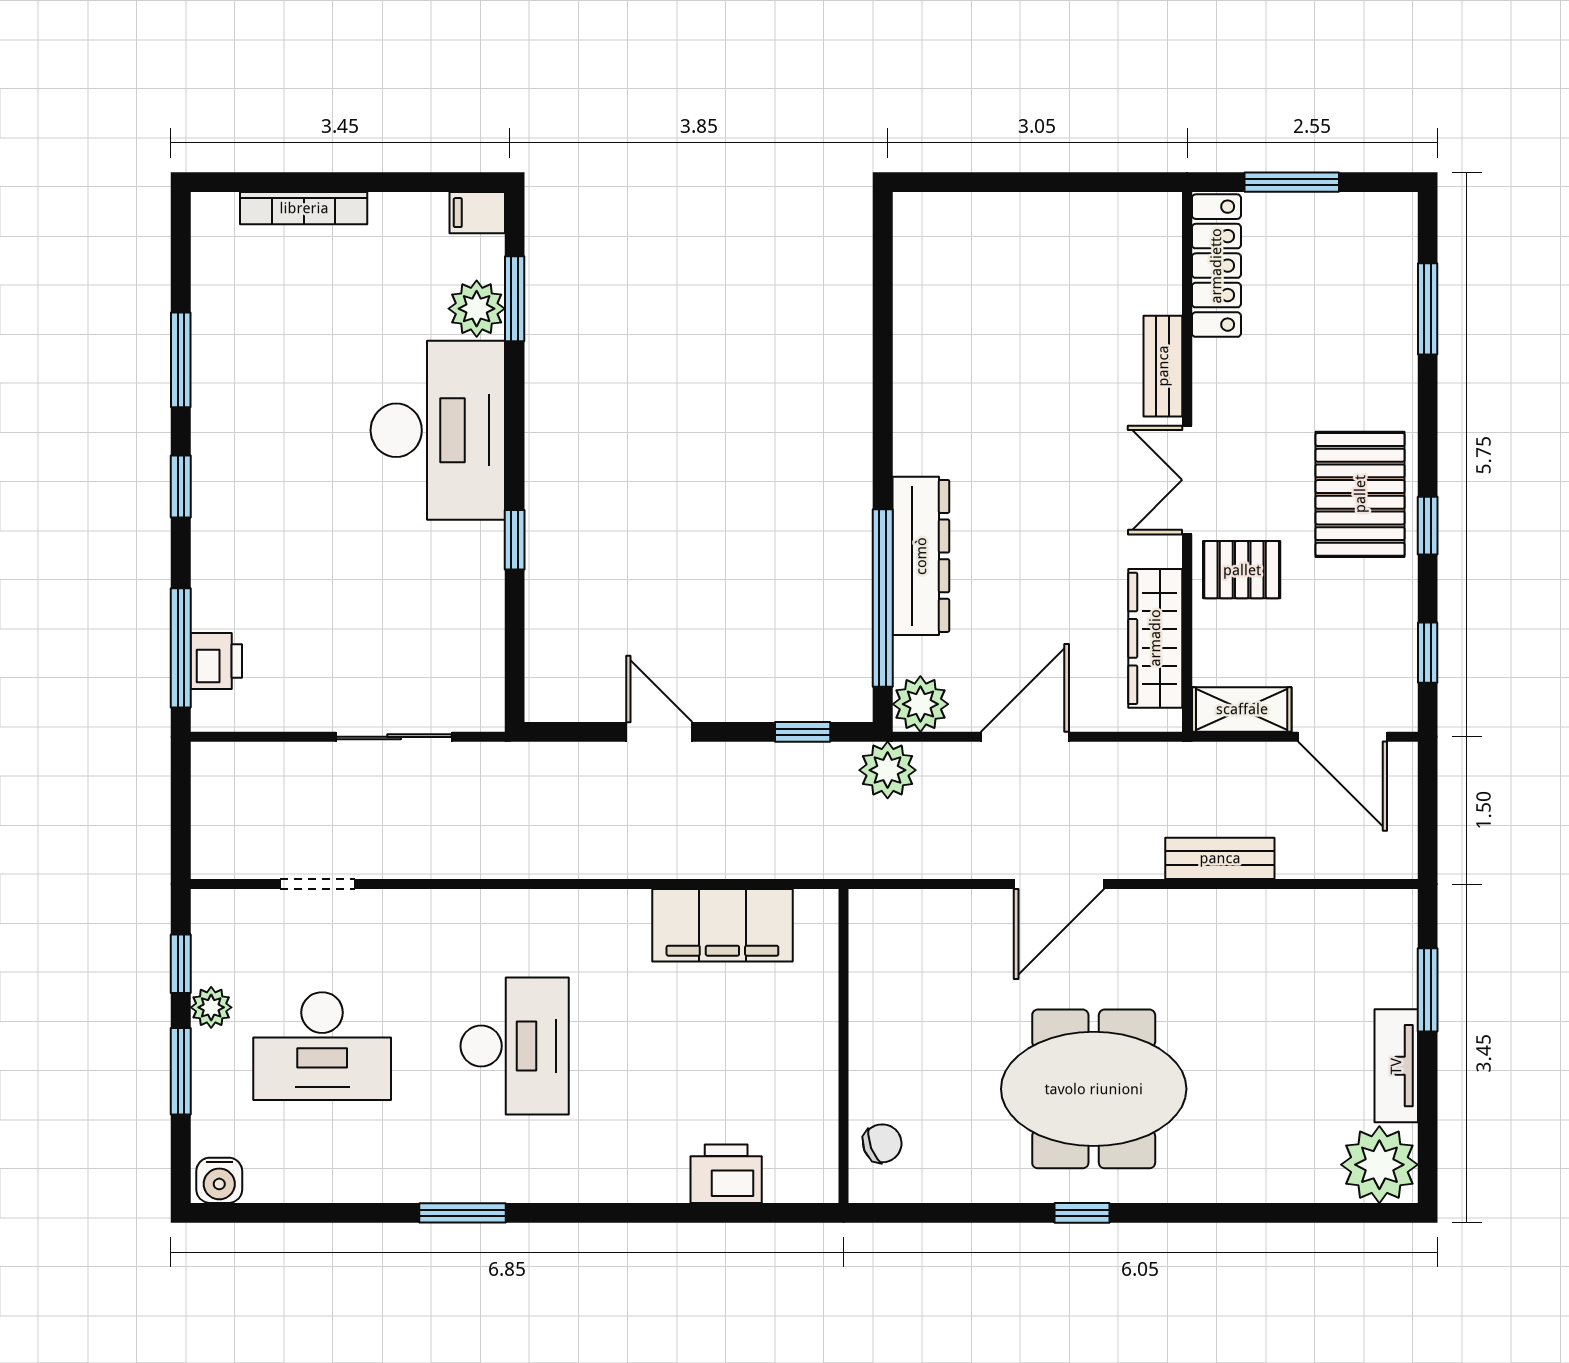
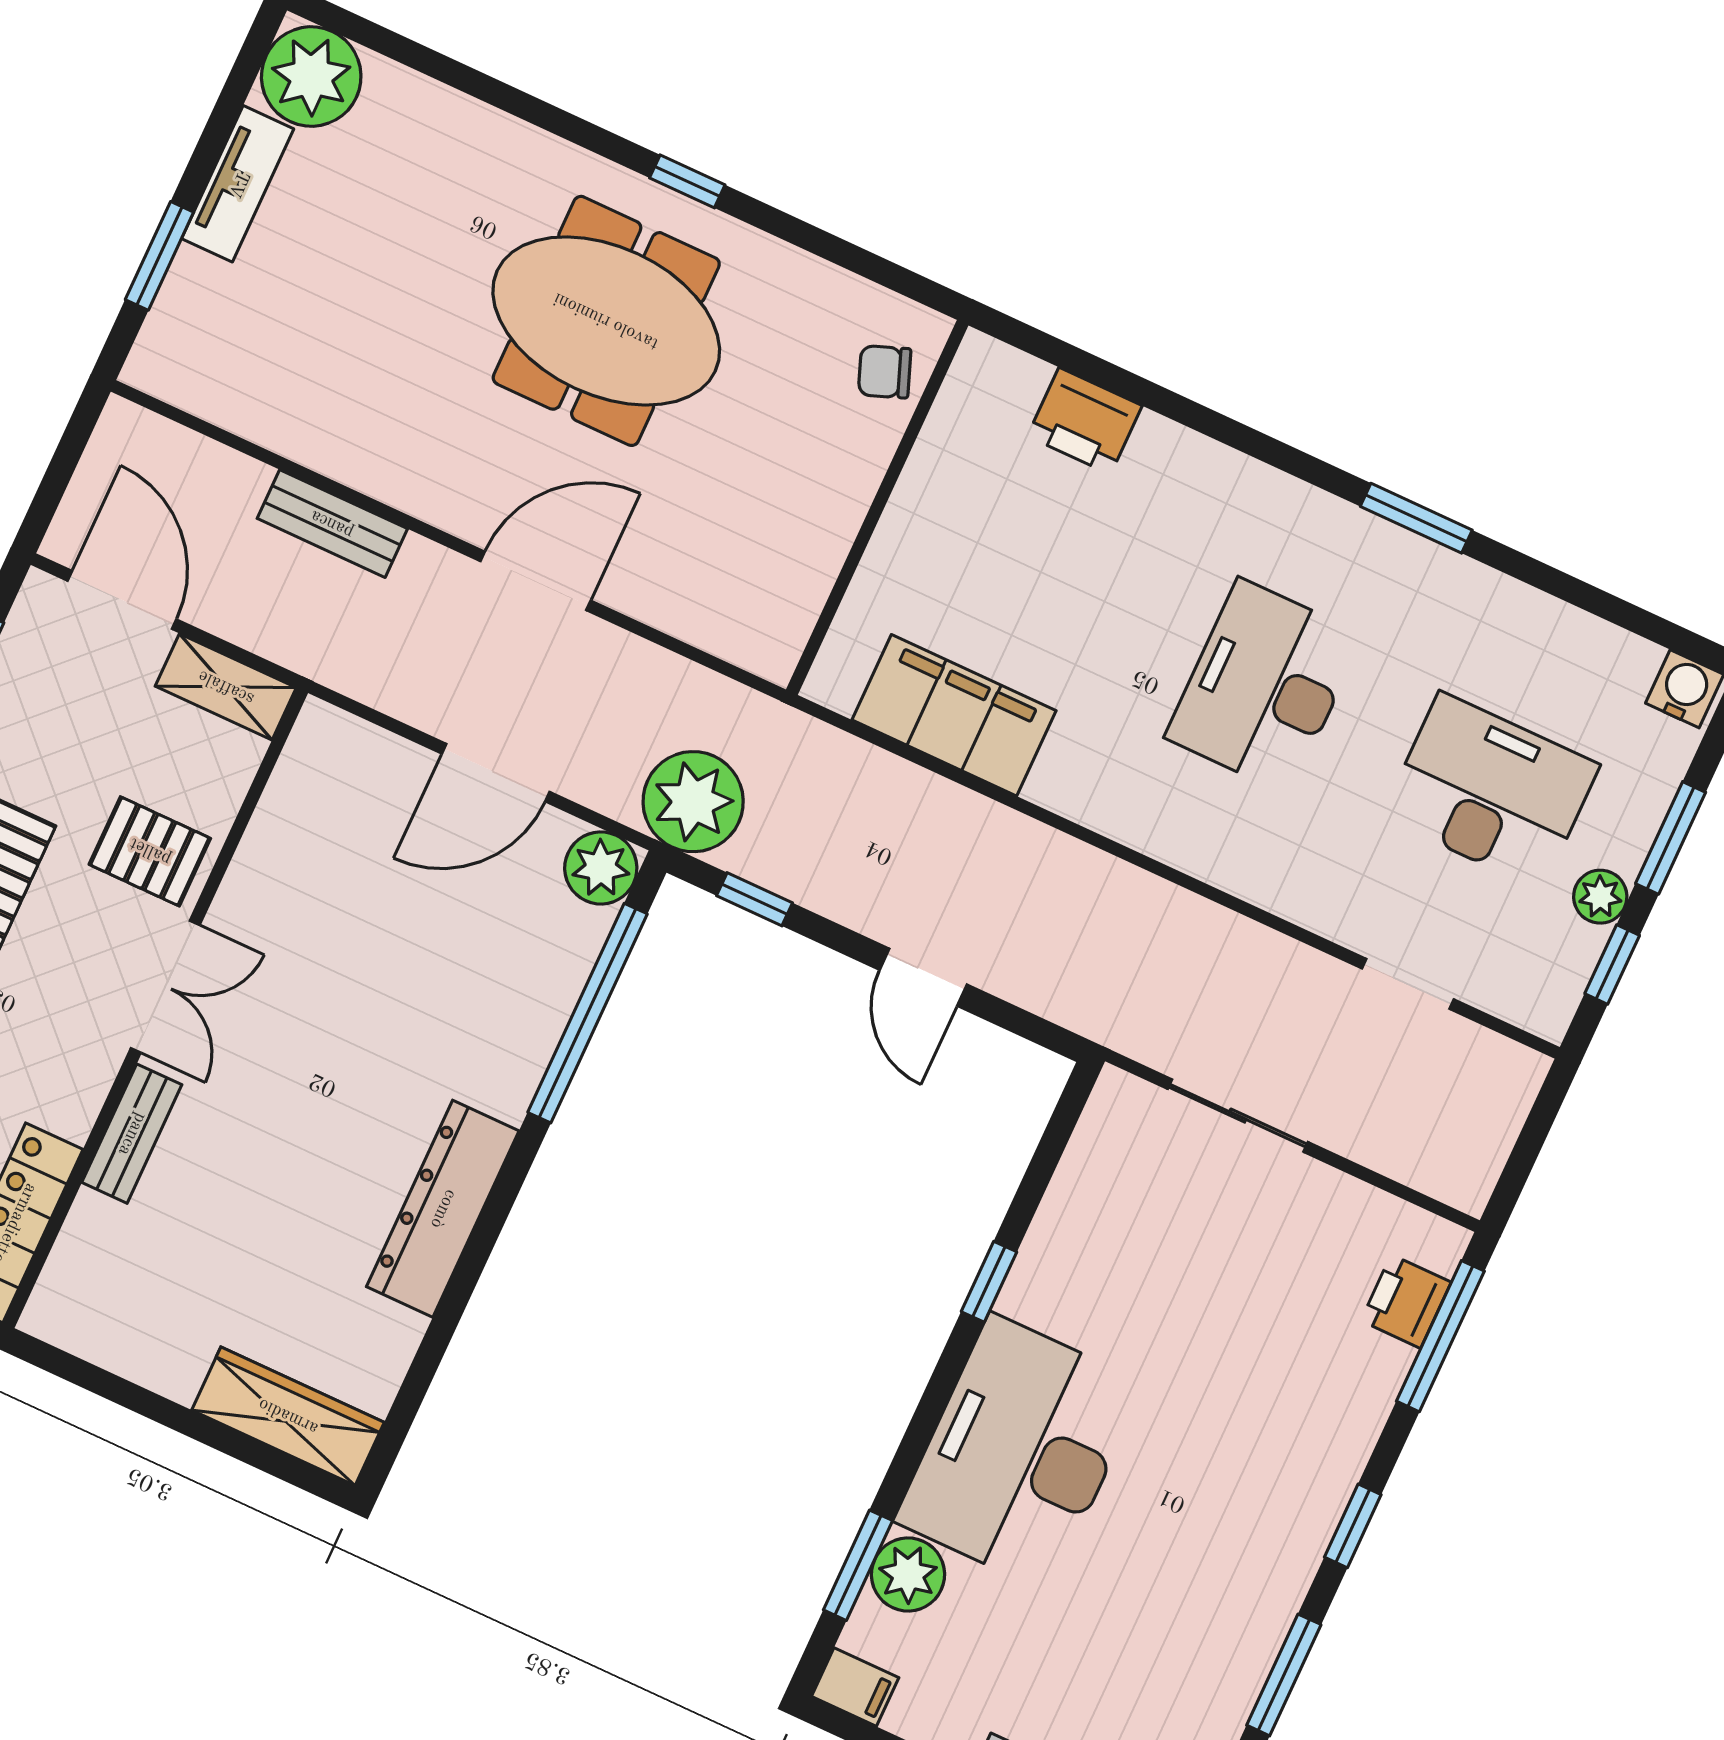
dresser: (921, 556) -> (443, 1209), moved
wardrobe: (1155, 638) -> (288, 1416), moved, turned -90
plant: (888, 770) -> (693, 802), width x1.36, depth x1.36

